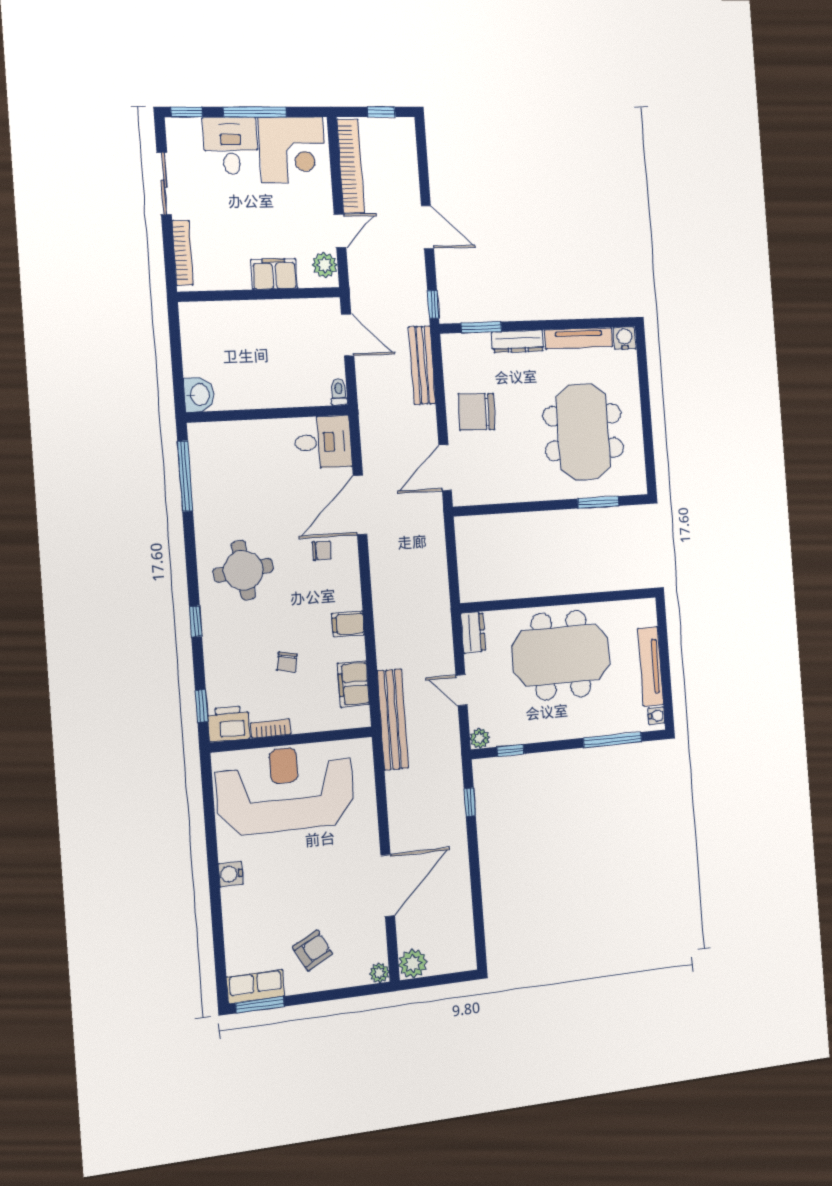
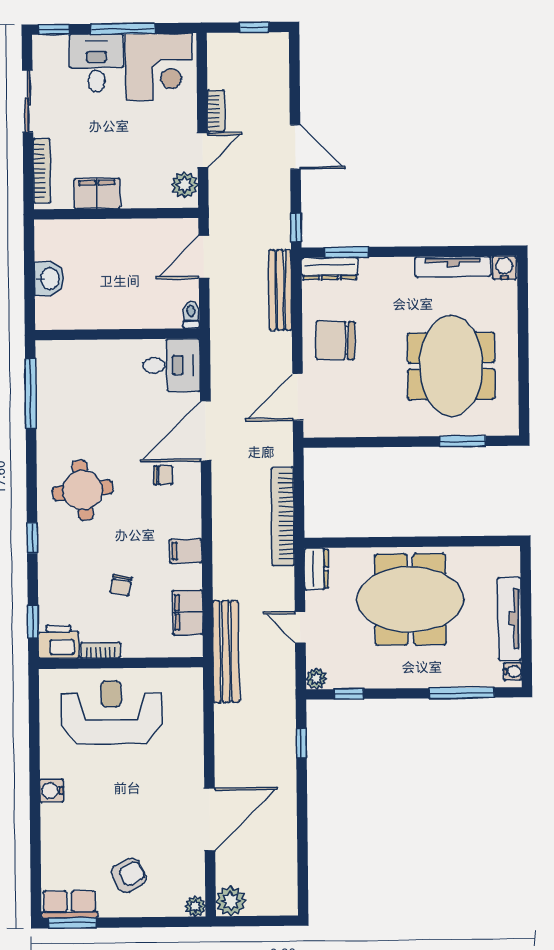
bookcase: (351, 166) -> (216, 111), width x0.43, depth x0.76
filing cabinet: (274, 274) -> (97, 193), moved
door: (348, 335) -> (204, 257), swing flipped
dresser: (518, 341) -> (330, 269), moved
washbasin: (199, 395) -> (49, 279), moved
bookcase: (438, 584) -> (283, 516), added
reception desk: (285, 789) -> (111, 712), width x0.74, depth x0.77

